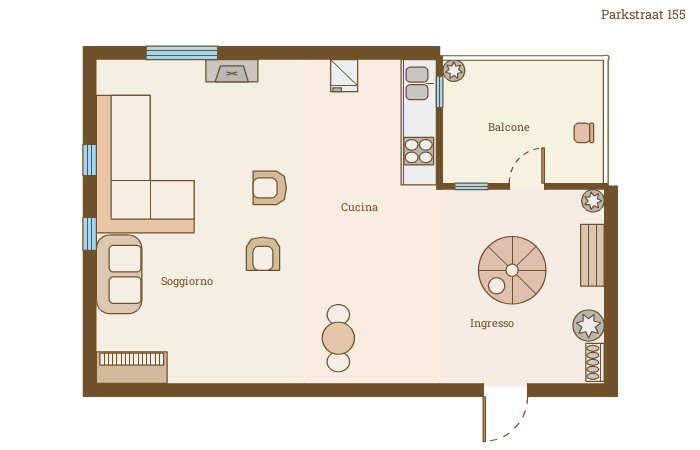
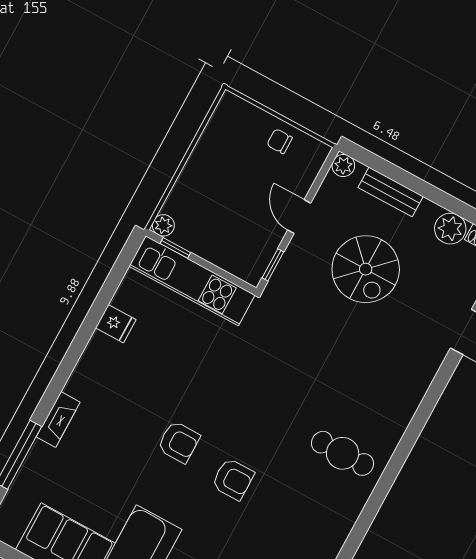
chair: (584, 133) -> (280, 141), turned 90
armchair: (270, 188) -> (179, 442), turned -90

